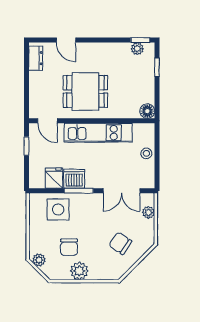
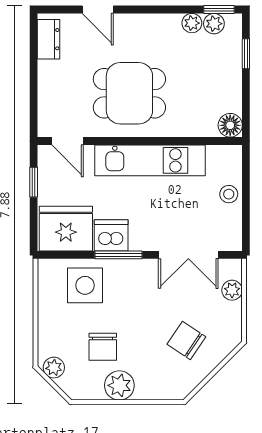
plant: (124, 48) -> (192, 23), added
fridge: (54, 178) -> (66, 229), width x1.88, depth x1.34

